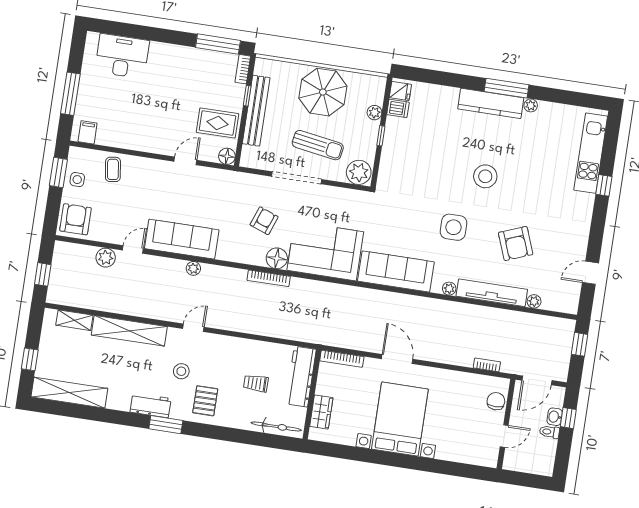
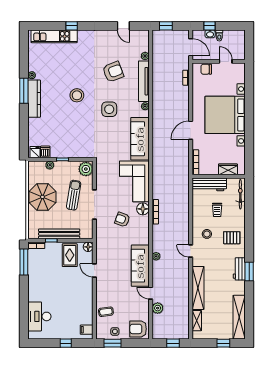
window: (70, 94) -> (66, 343), width x0.46
stool: (181, 371) -> (207, 234), moved
bed with nightstands: (400, 419) -> (225, 115), width x1.36
window: (166, 425) -> (249, 272), moved

